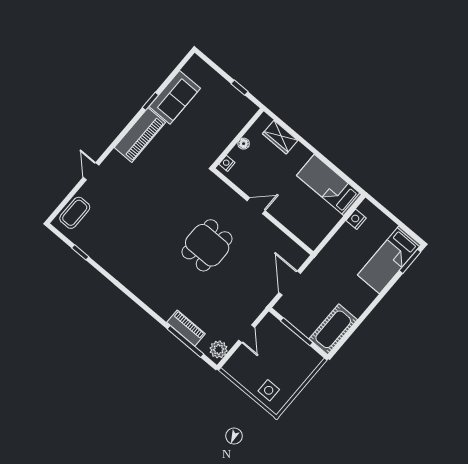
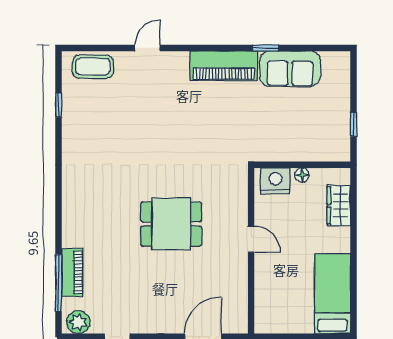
nightstand: (227, 163) -> (275, 181), width x1.89, depth x1.79

